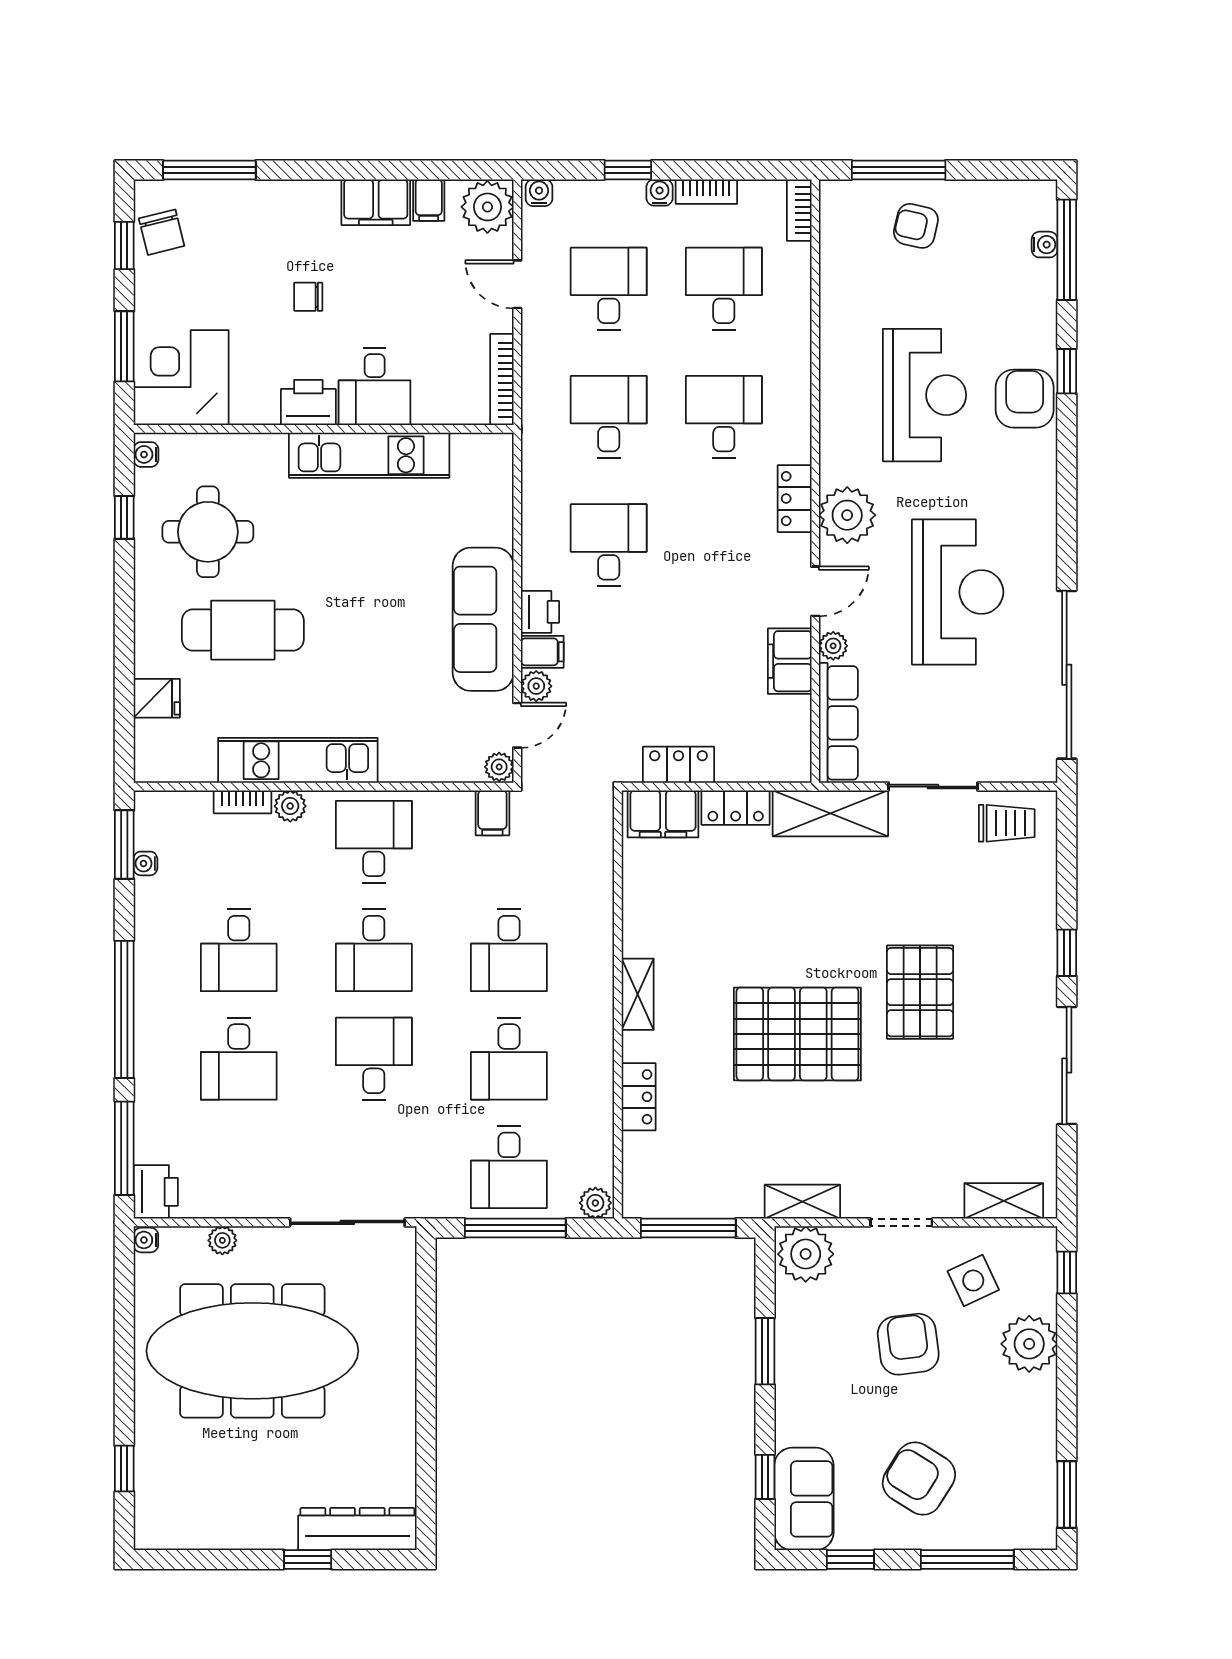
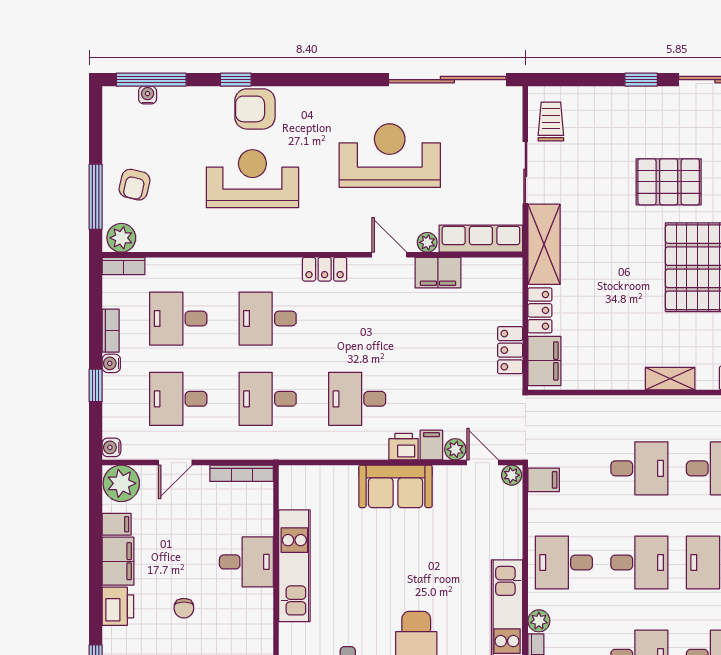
printer: (308, 403) -> (118, 606), moved, turned 180
plant: (847, 515) -> (121, 238), moved, width x0.73, depth x0.73
sofa: (483, 619) -> (395, 486), width x0.73

